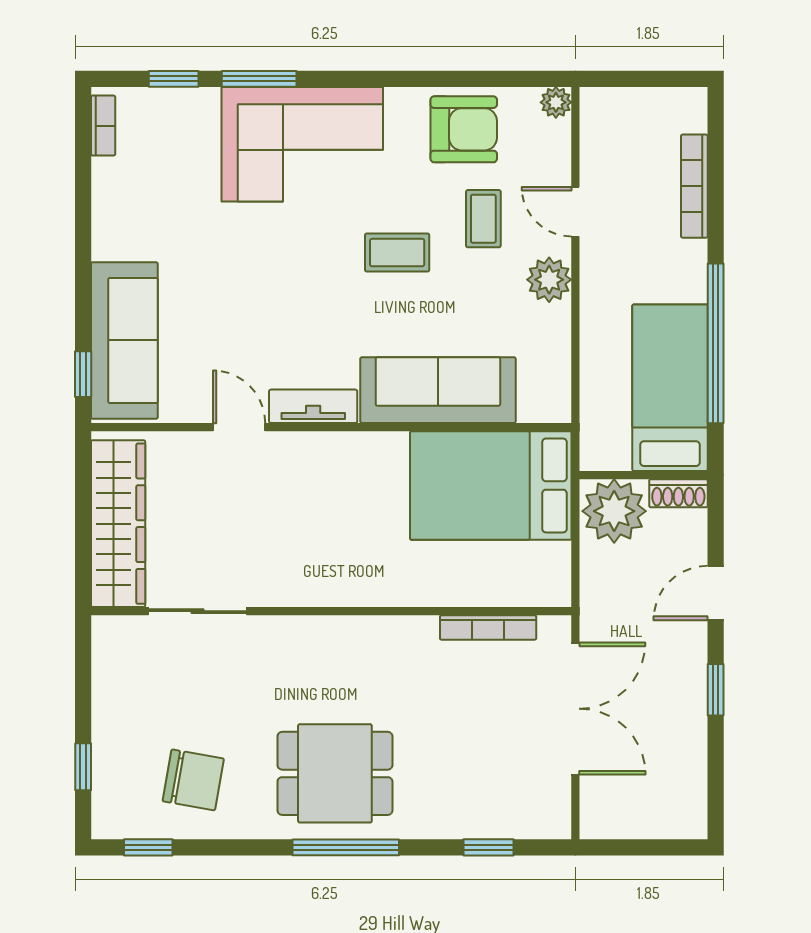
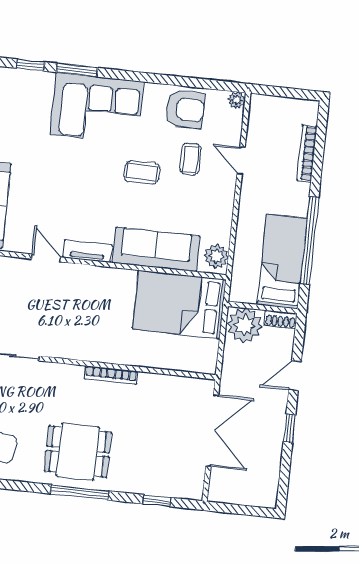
plant: (549, 280) -> (216, 256), moved
bookcase: (488, 628) -> (111, 375), moved

